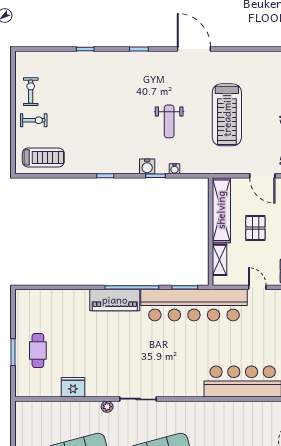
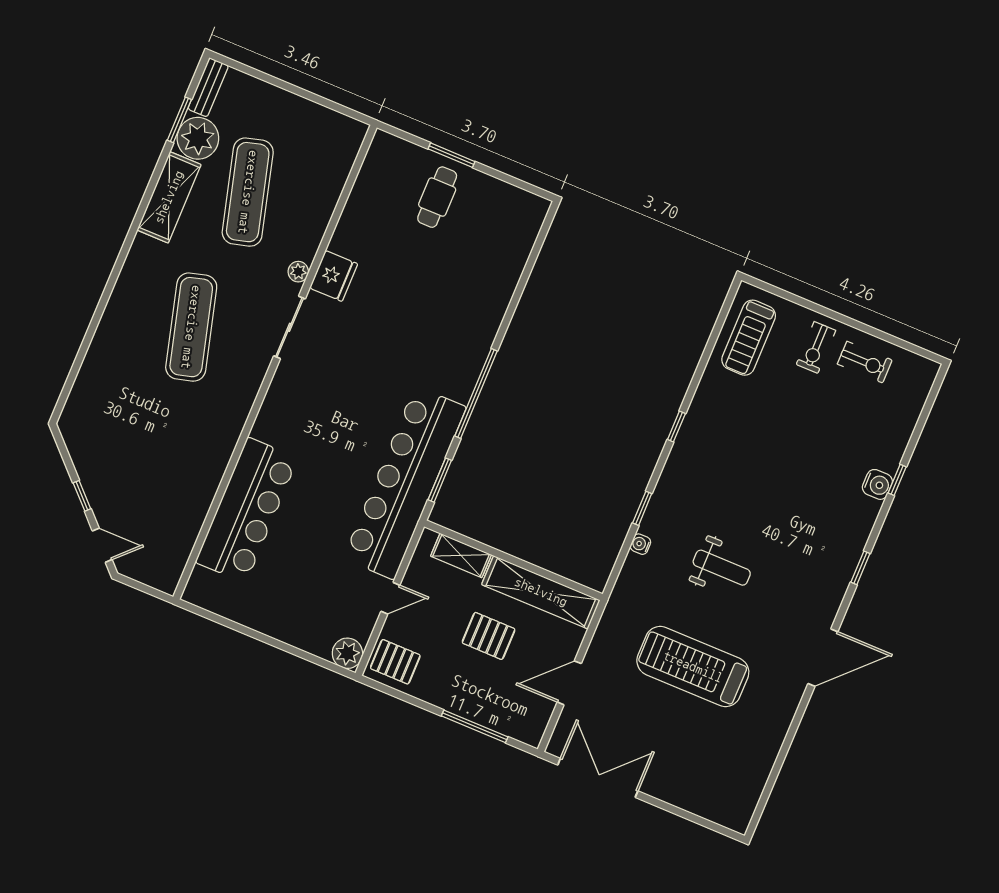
weight bench: (169, 121) -> (722, 568), turned 180
water cooler: (147, 166) -> (877, 484), moved, turned 180
piano: (115, 300) -> (467, 357), removed
cafe table: (38, 350) -> (437, 197), turned 90
fridge: (73, 387) -> (334, 276), moved

